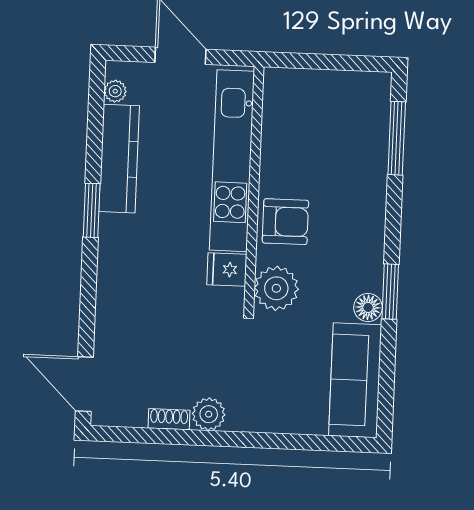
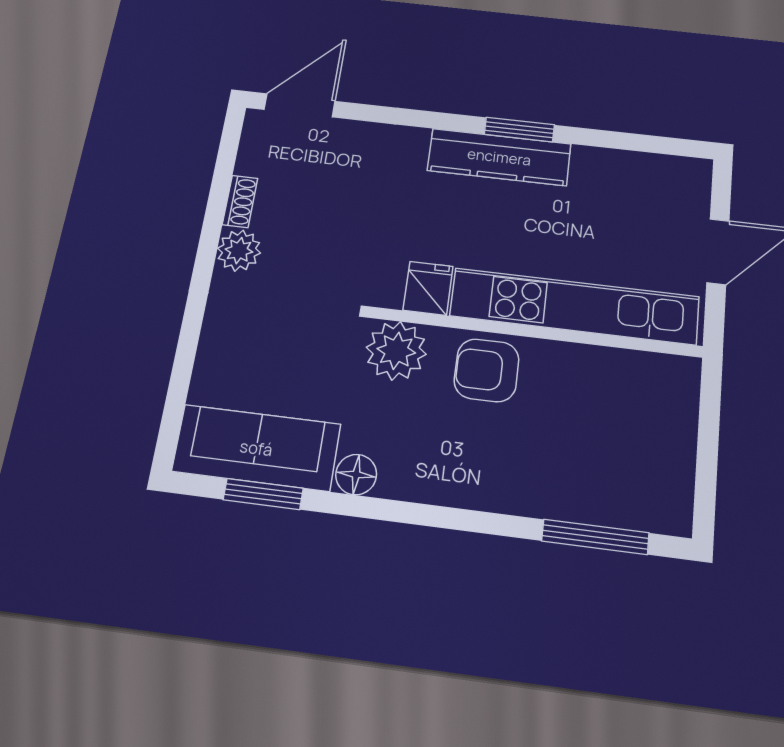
plant: (115, 91) -> (672, 168), removed
kitchen counter: (119, 159) -> (499, 157), moved
armchair: (285, 222) -> (487, 370), turned 90
window: (390, 292) -> (263, 494), moved

